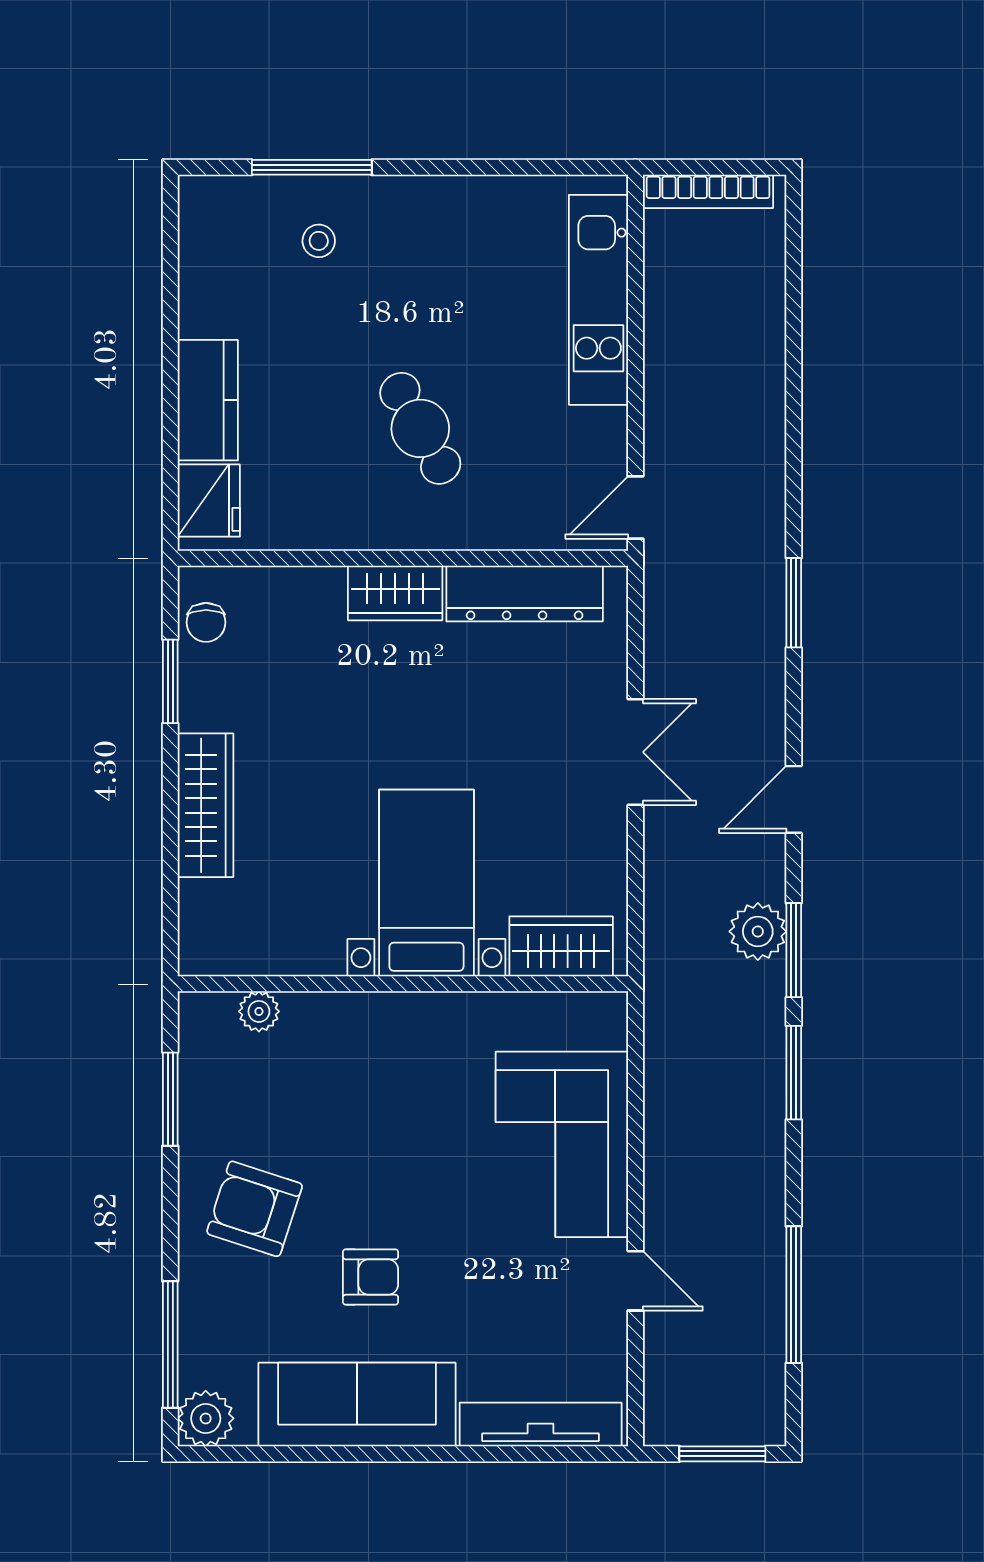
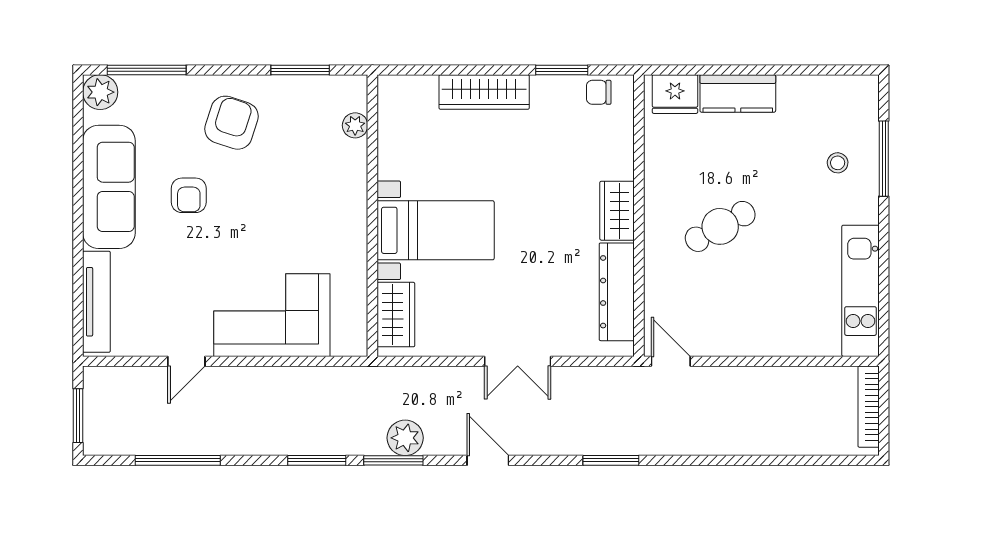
kitchen unit: (598, 300) -> (860, 291), moved, turned -90

